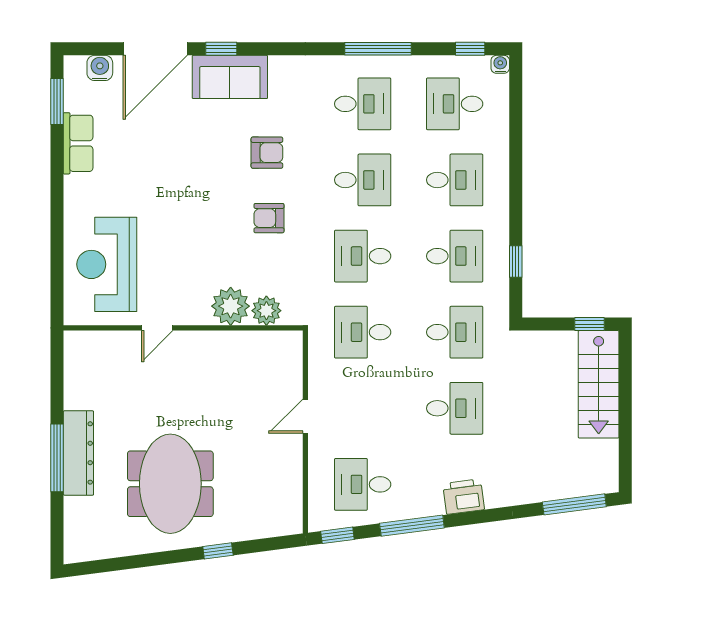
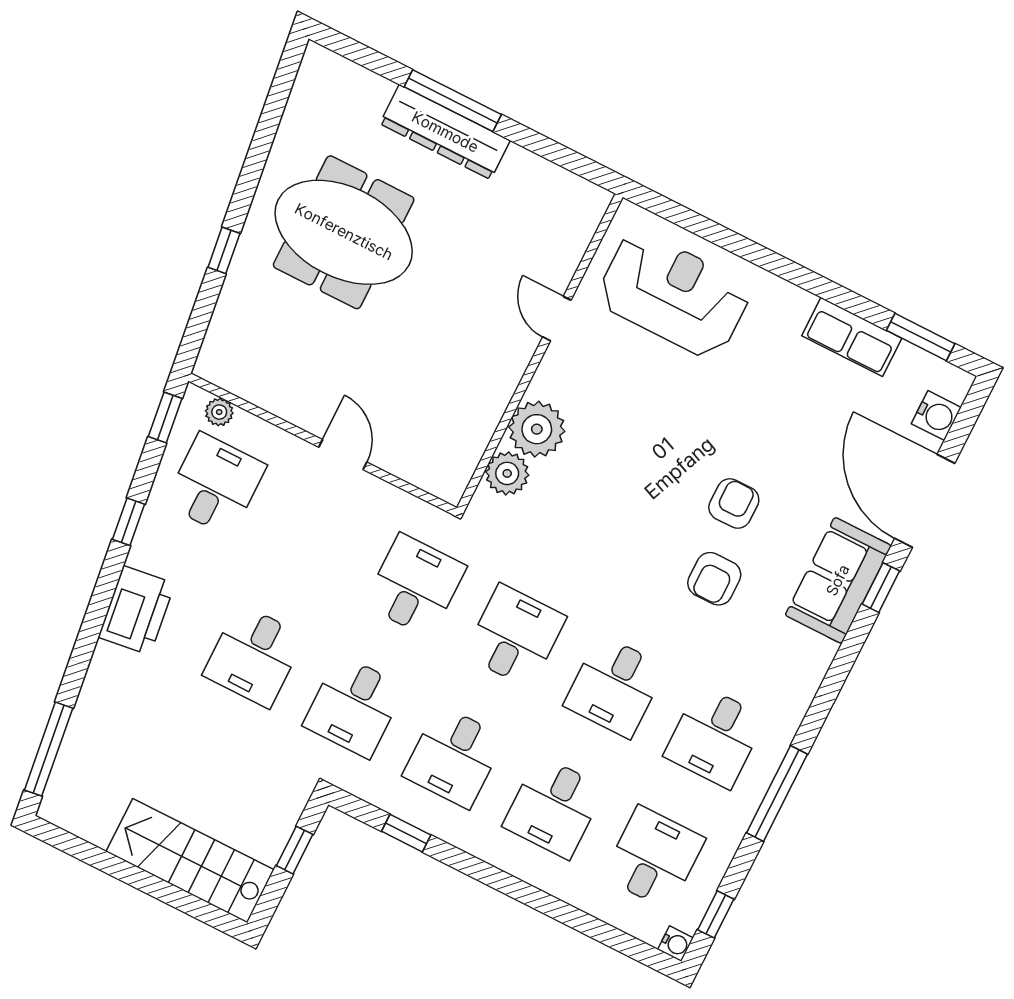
armchair: (269, 218) -> (734, 503), moved
window: (589, 324) -> (295, 850), moved
printer: (464, 497) -> (136, 610), width x1.37, depth x1.19
plant: (317, 504) -> (219, 412), added
window: (412, 526) -> (128, 522), width x0.46

